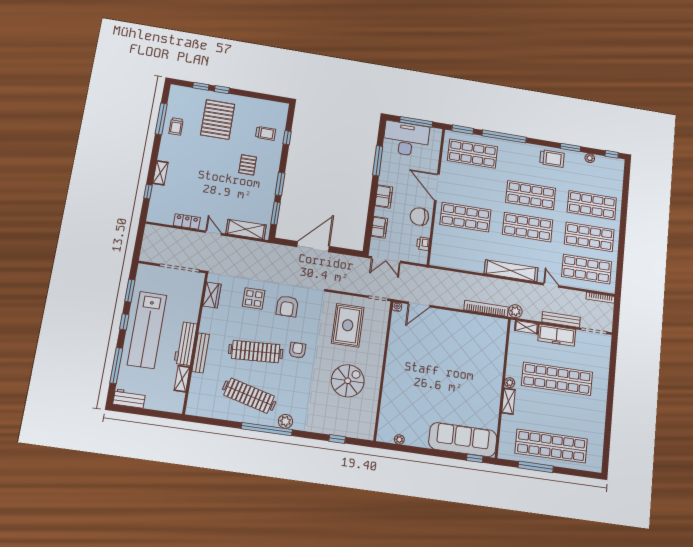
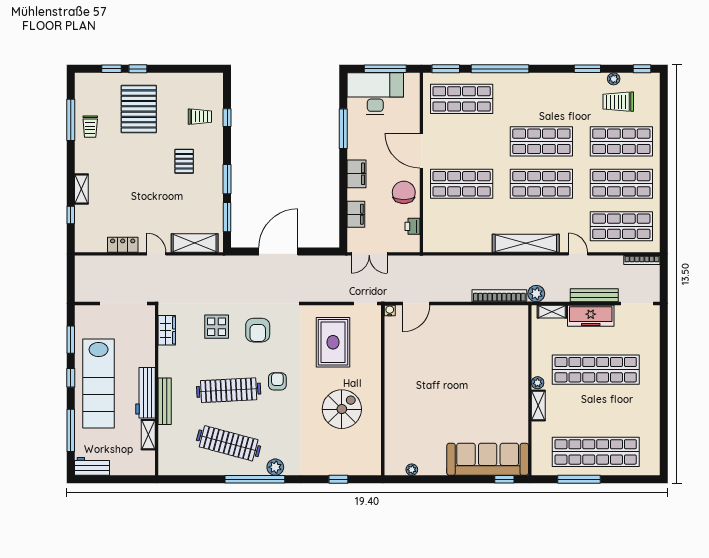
trolley: (552, 158) -> (618, 102), moved, turned 180
chair: (419, 217) -> (404, 192), turned 90

